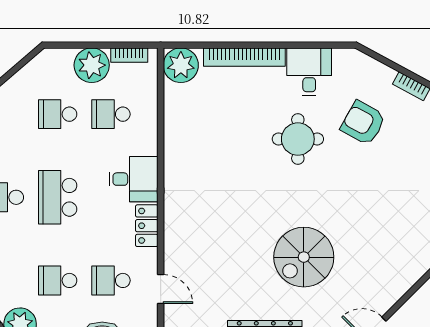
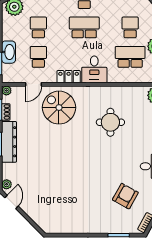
school desk: (111, 114) -> (130, 57), width x1.85
round table: (298, 139) -> (110, 122), moved
spiral stairs: (304, 257) -> (59, 108), moved

